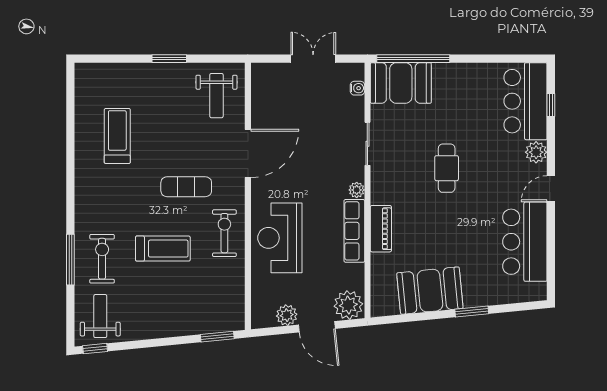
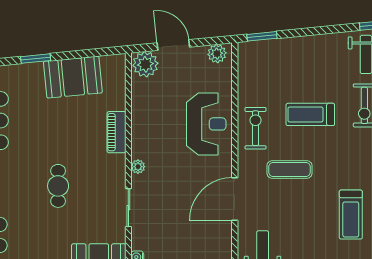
row of seats: (354, 231) -> (140, 130), removed
exercise bike: (224, 233) -> (256, 128), turned 180
plant: (287, 315) -> (217, 54), moved

